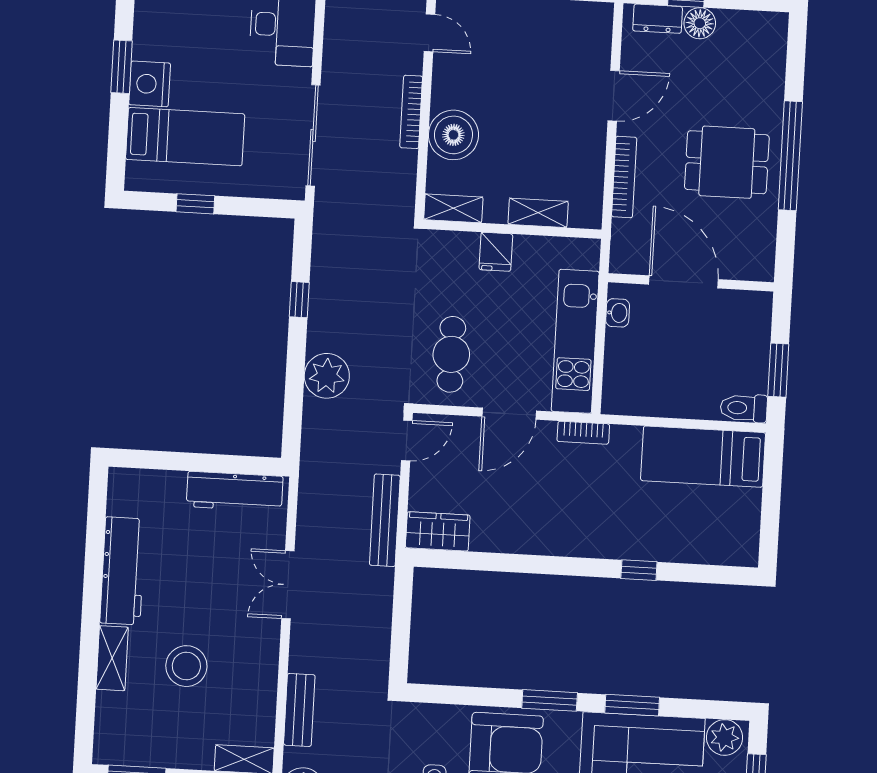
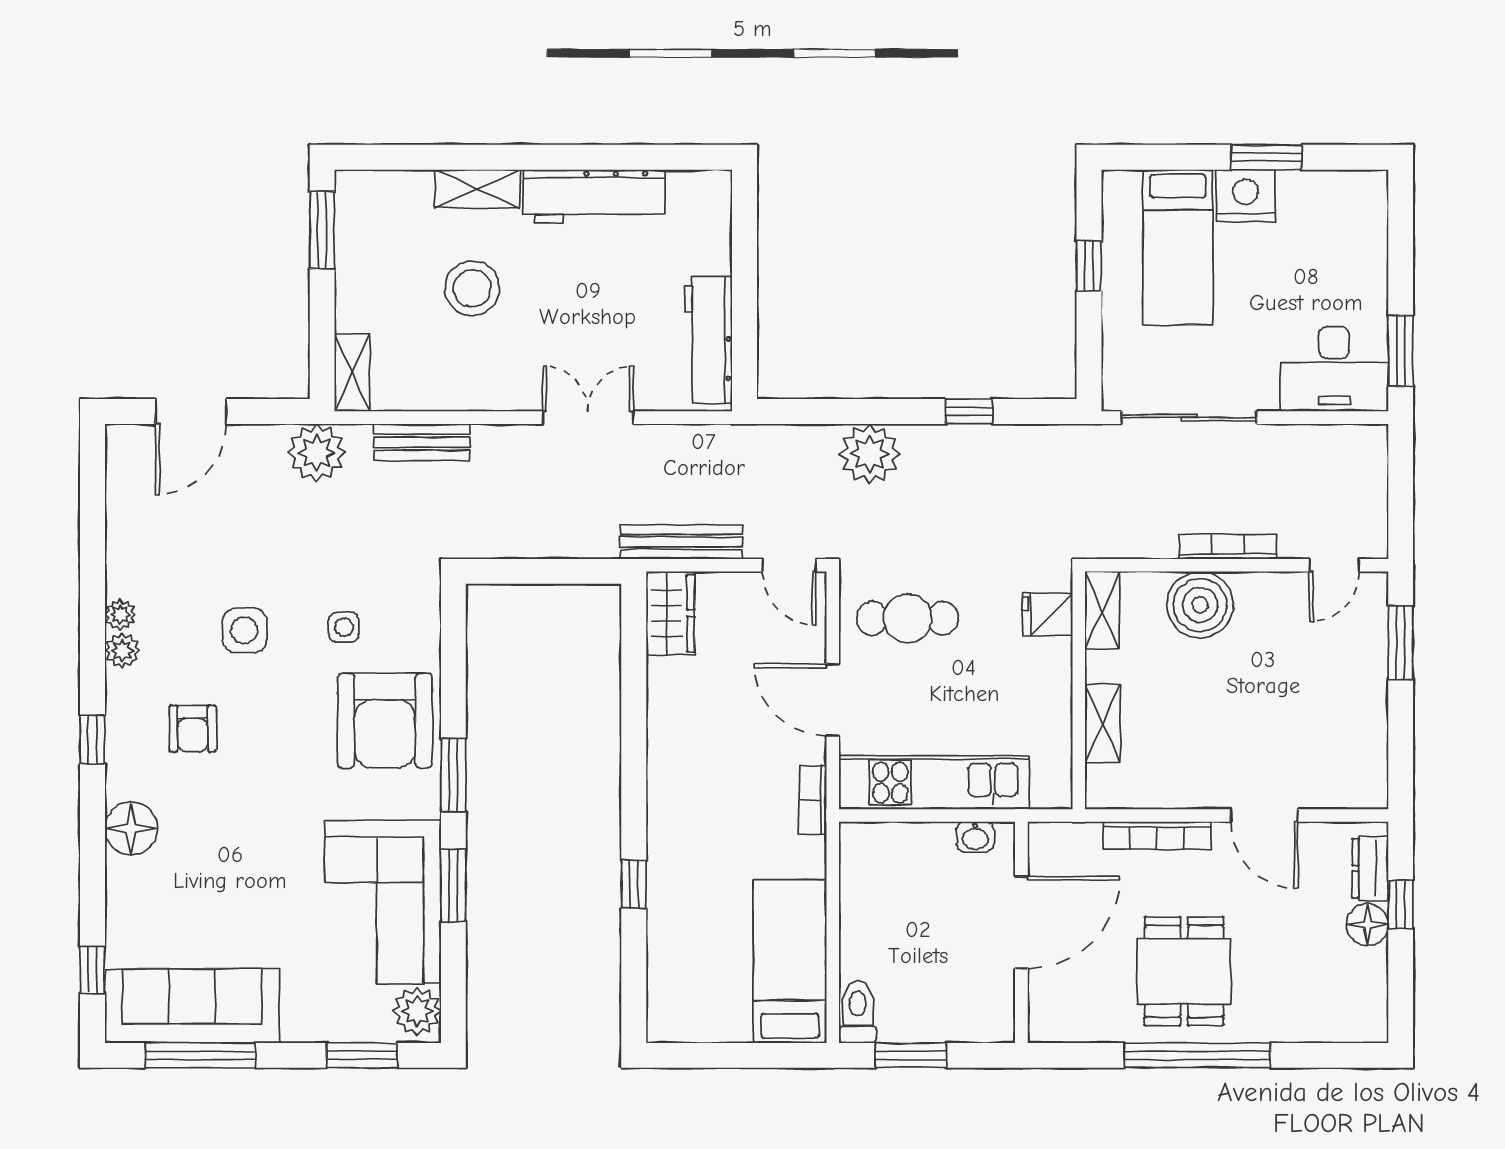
fridge: (496, 252) -> (1047, 615), moved

